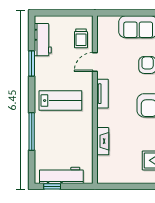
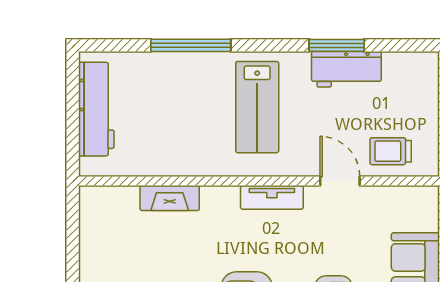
workbench: (43, 40) -> (346, 69), moved
window: (52, 186) -> (73, 89), removed

